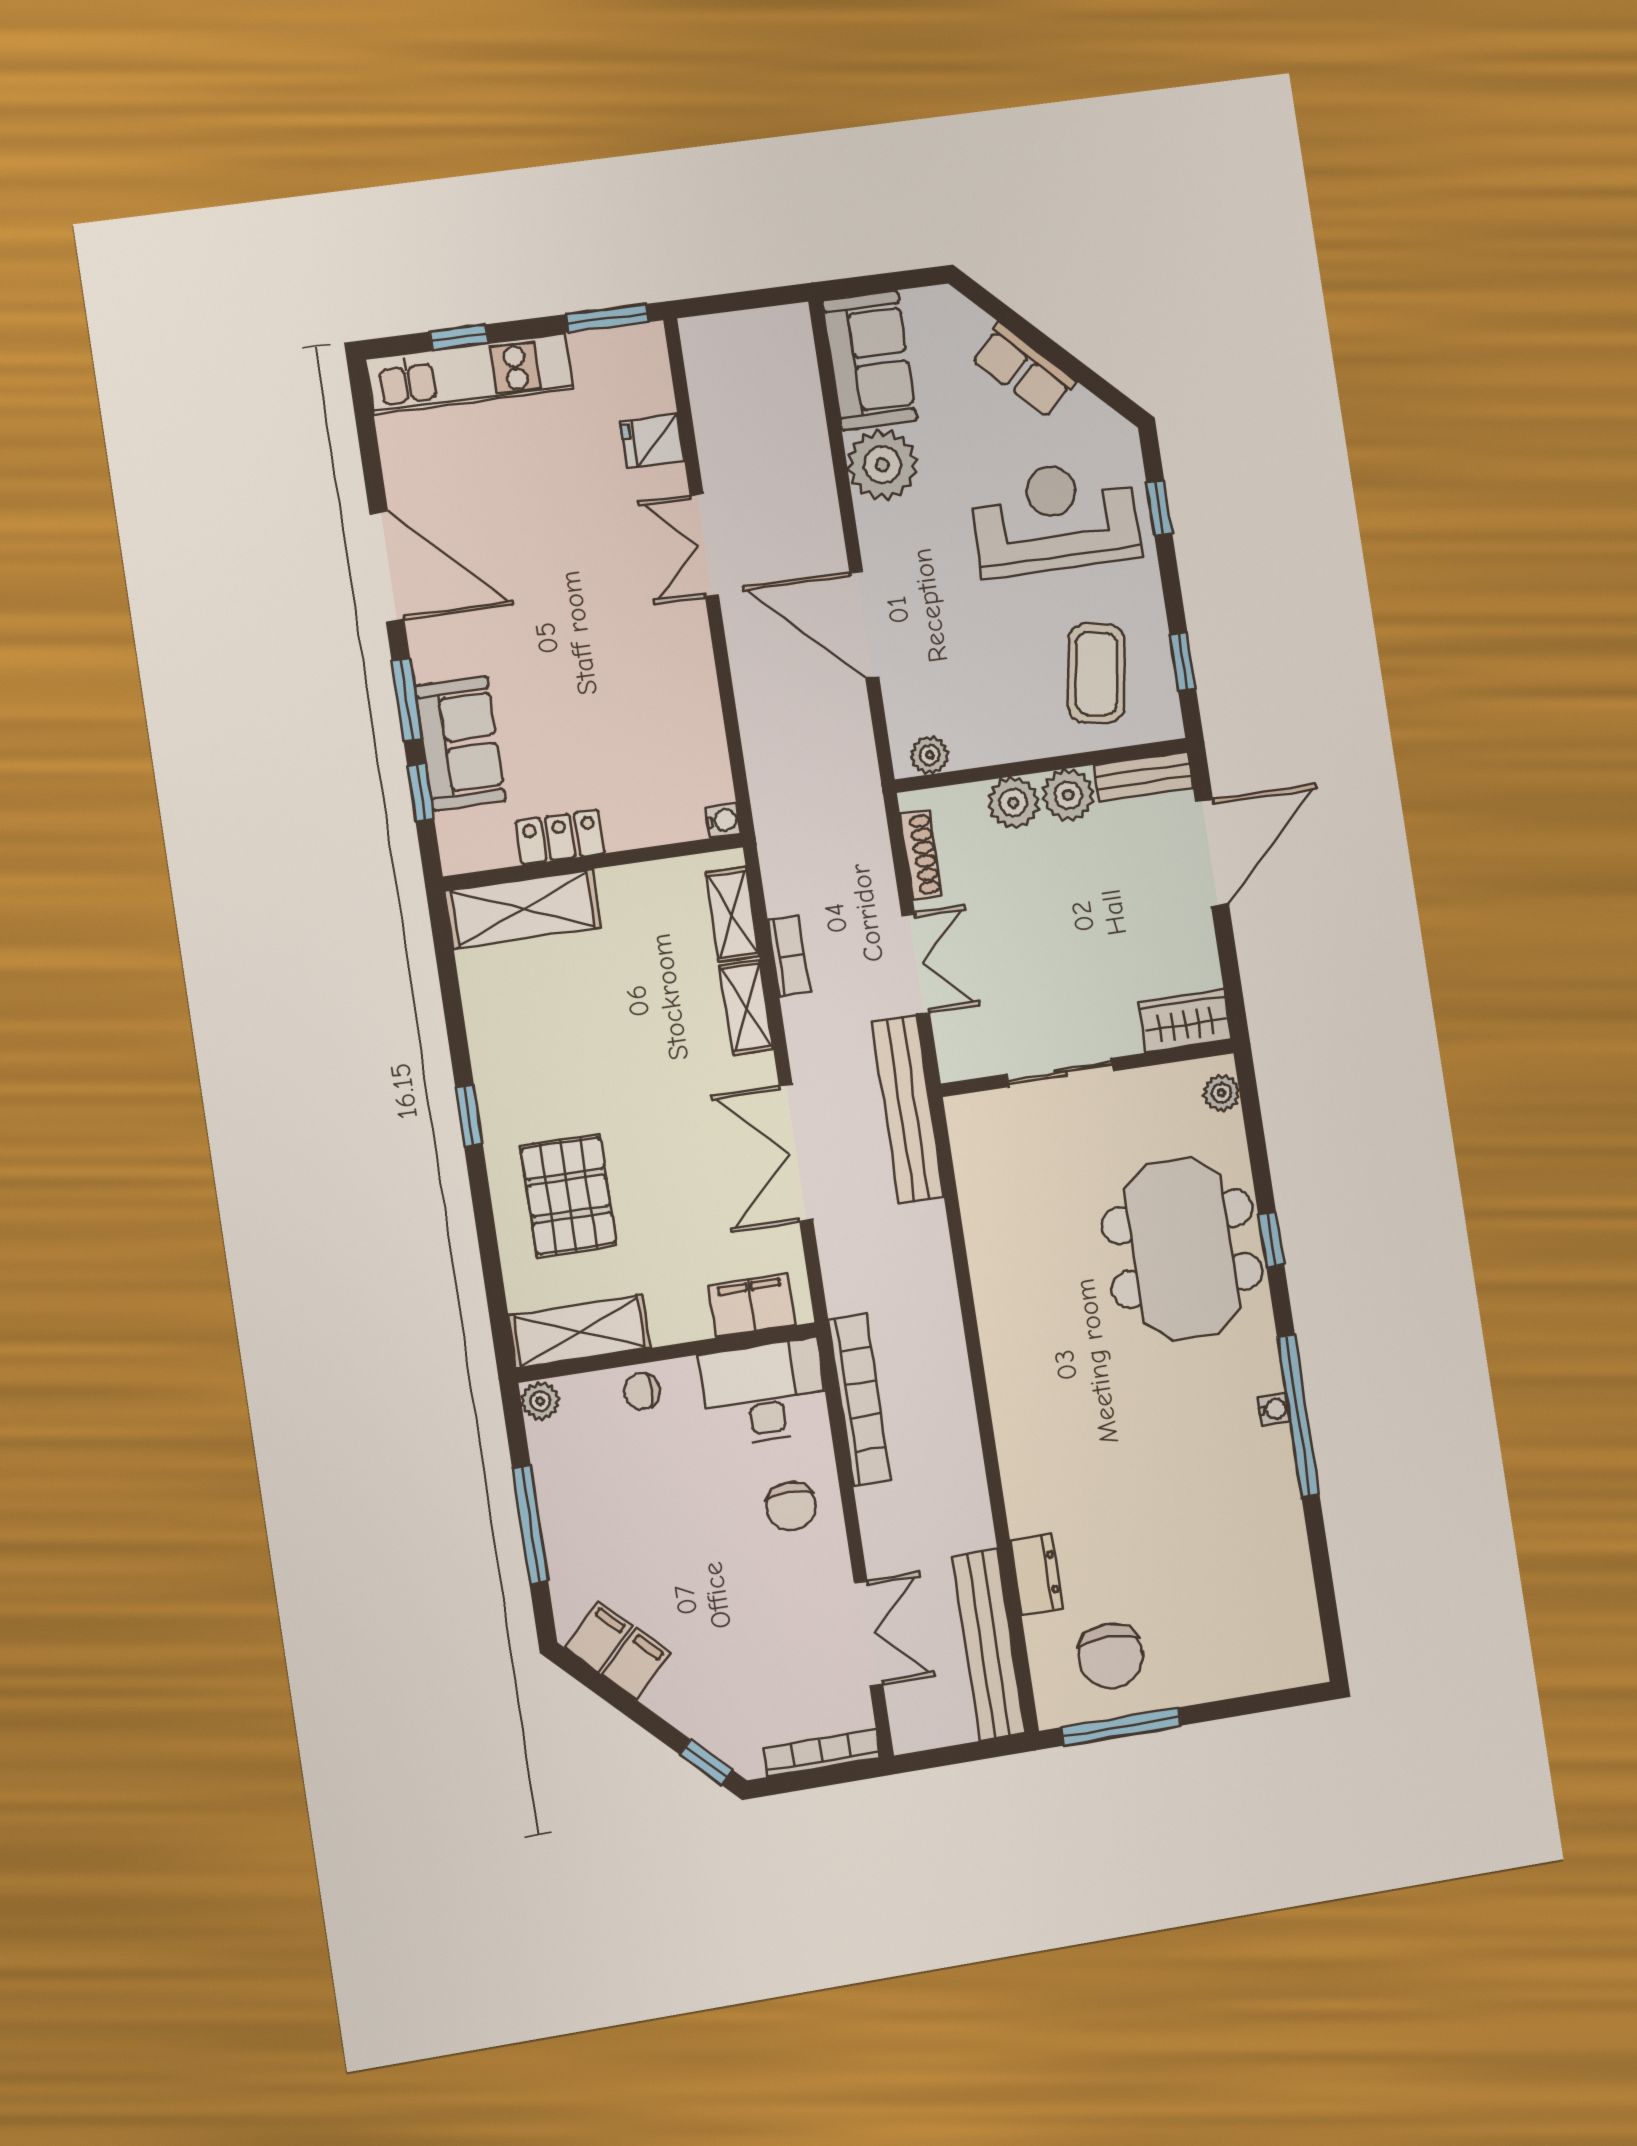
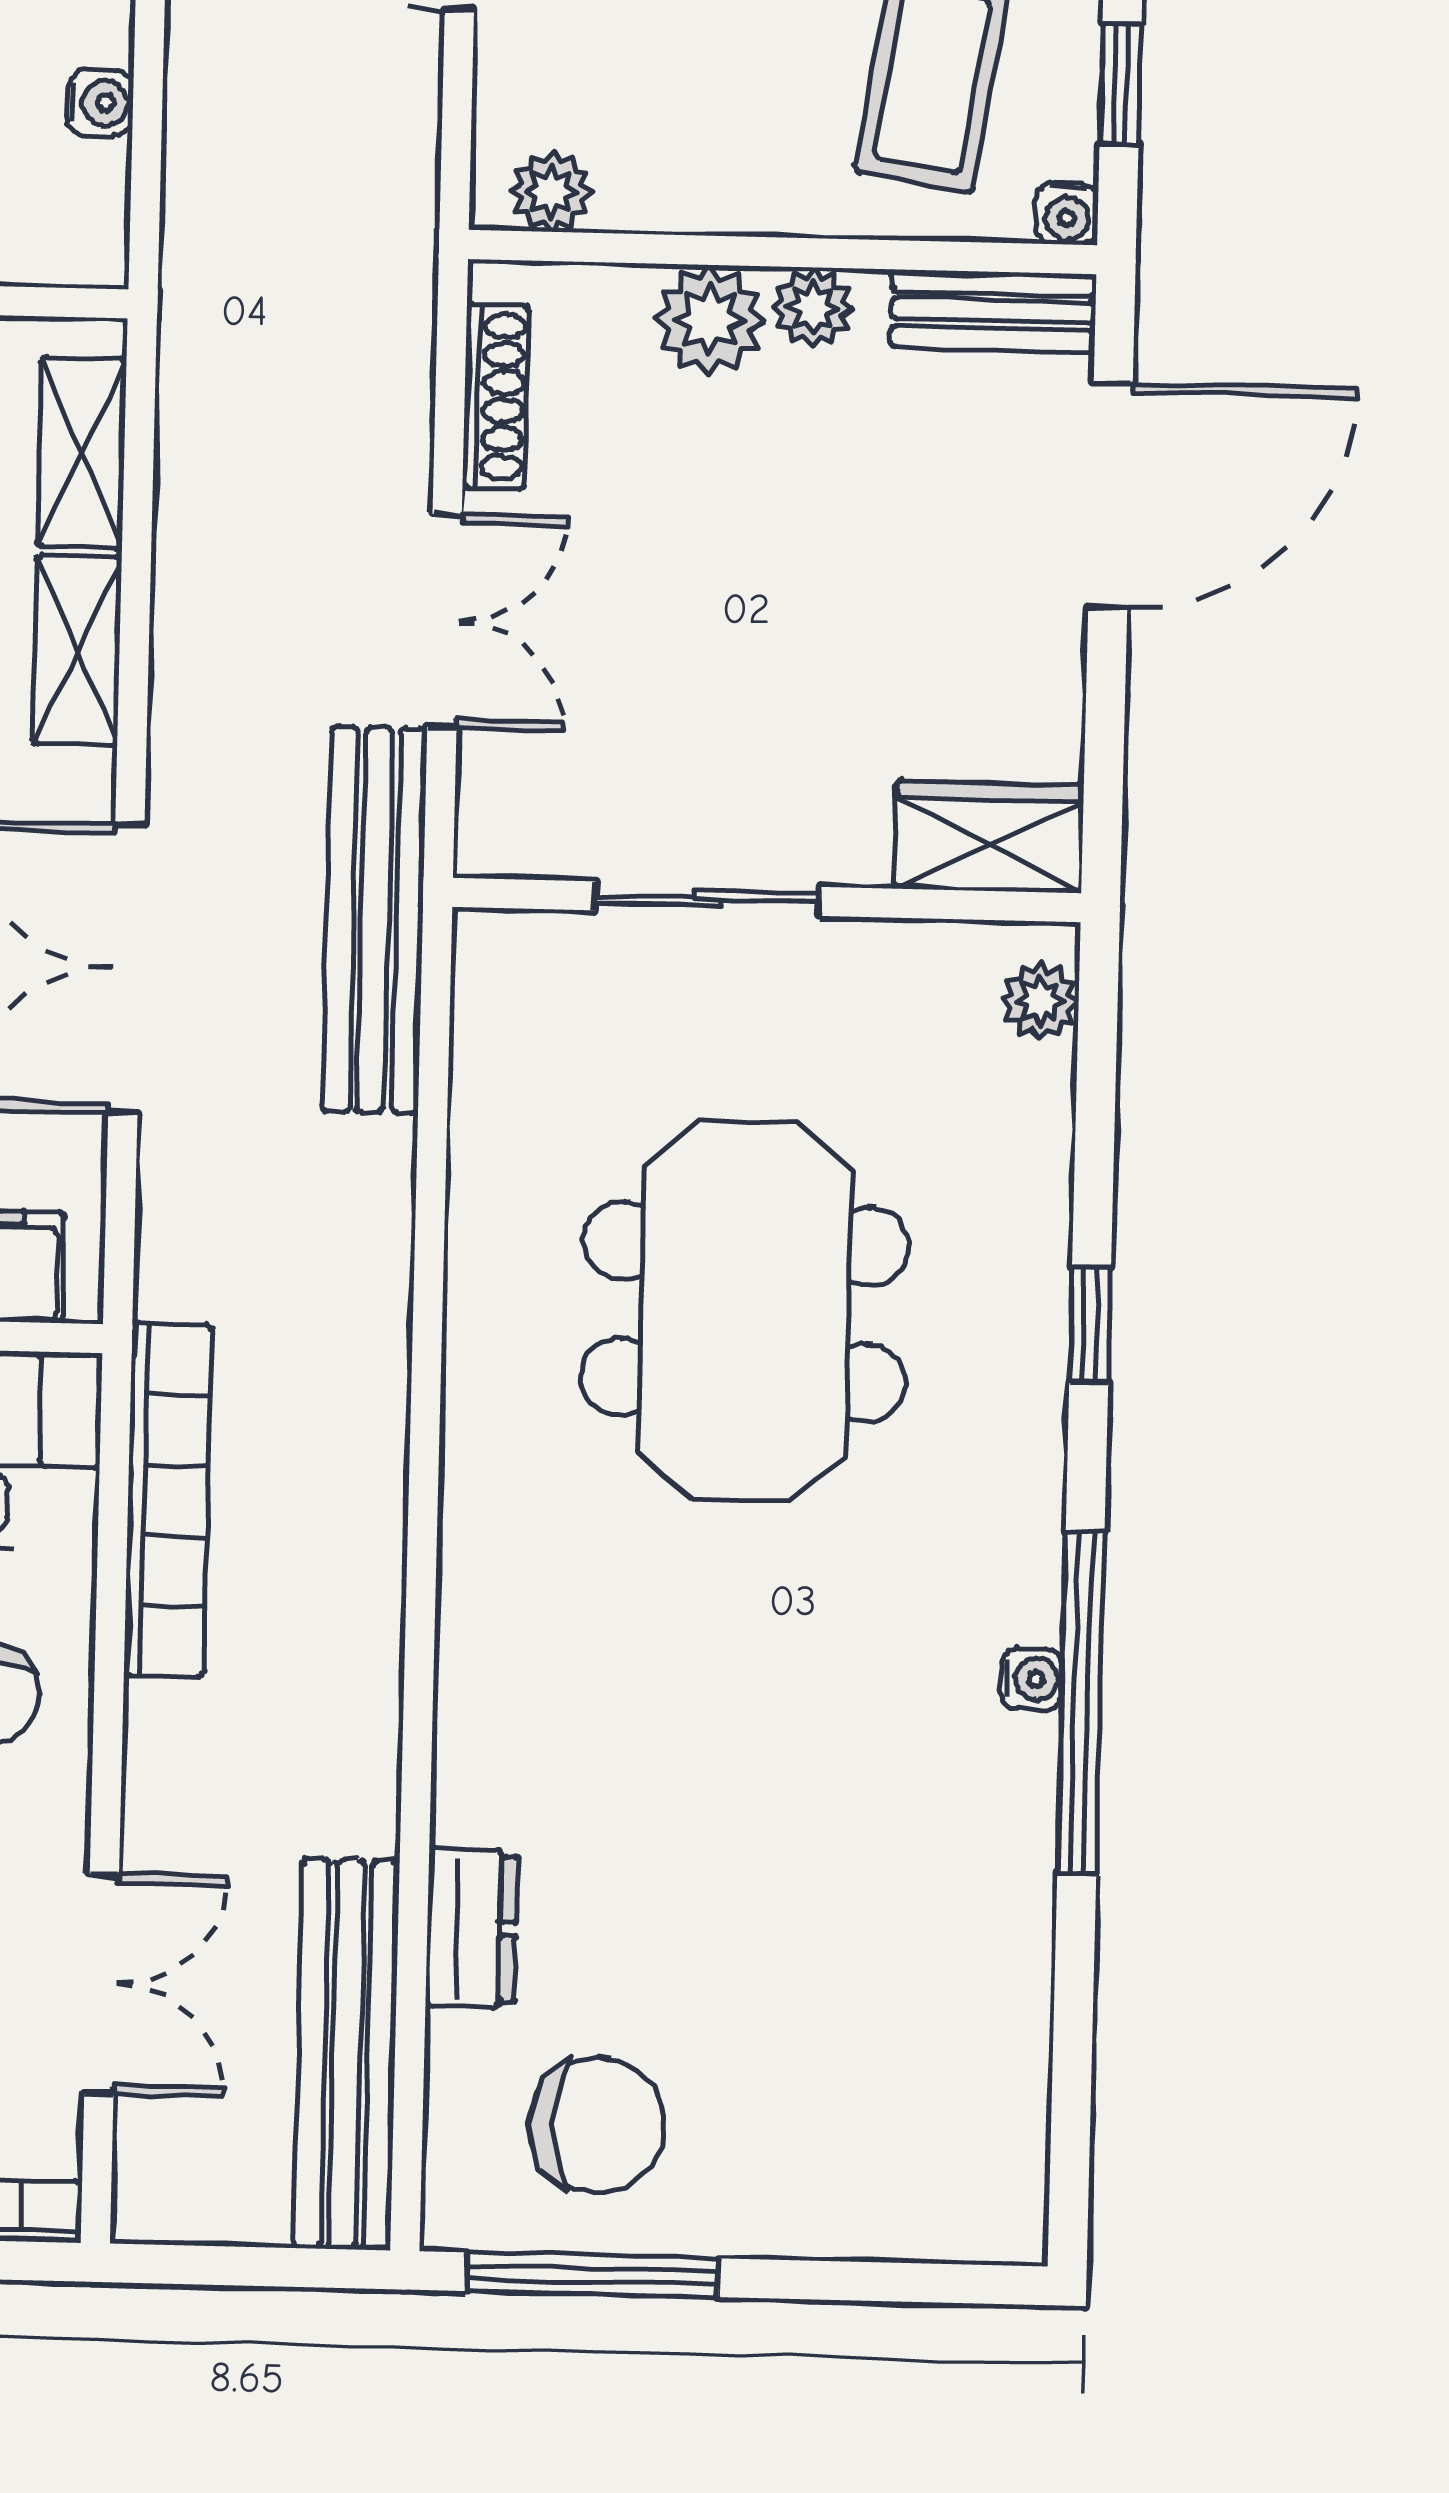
water cooler: (1169, 726) -> (1067, 214), added
plant: (1068, 795) -> (813, 308), width x0.73, depth x0.73
water cooler: (723, 820) -> (100, 103), moved
bookcase: (789, 956) -> (184, 559), removed
meeting table: (1182, 1249) -> (745, 1312), moved
chair: (1111, 1656) -> (597, 2125), turned -90

